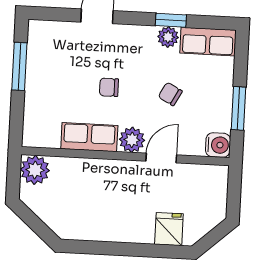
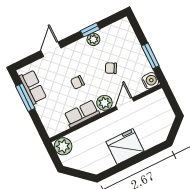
row of seats: (208, 42) -> (33, 87), moved, turned -90
fridge: (169, 229) -> (125, 147), moved, width x1.88, depth x1.34

